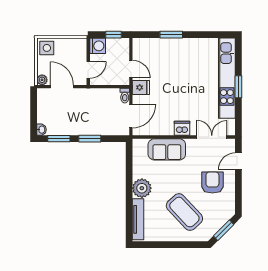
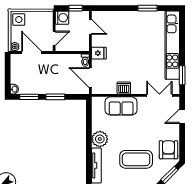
window: (171, 35) -> (148, 8), moved
door: (131, 69) -> (90, 27), moved
window: (238, 87) -> (182, 75), moved
door: (131, 116) -> (90, 78), swing flipped
dishwasher: (182, 128) -> (124, 88), moved
armchair: (212, 183) -> (168, 150), moved
coffee table: (184, 212) -> (136, 159), turned -47

